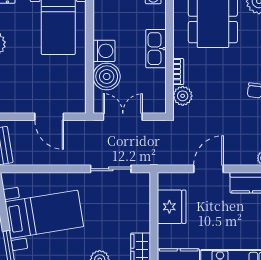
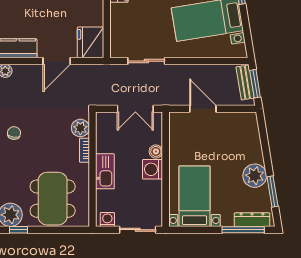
boiler: (107, 77) -> (156, 151), width x0.54, depth x0.54
fridge: (172, 207) -> (91, 42), moved

